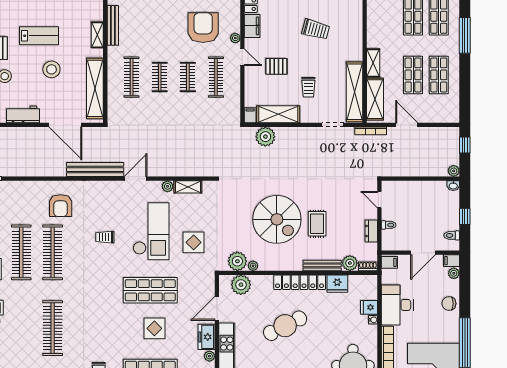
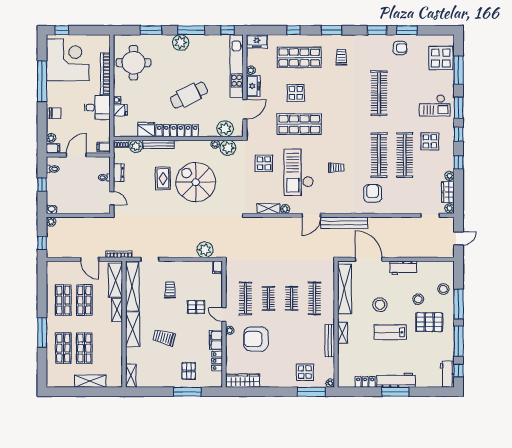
armchair: (203, 28) -> (256, 339), turned 90
shelving: (278, 114) -> (133, 329), moved, turned 90
desk: (397, 305) -> (97, 108), width x0.73

